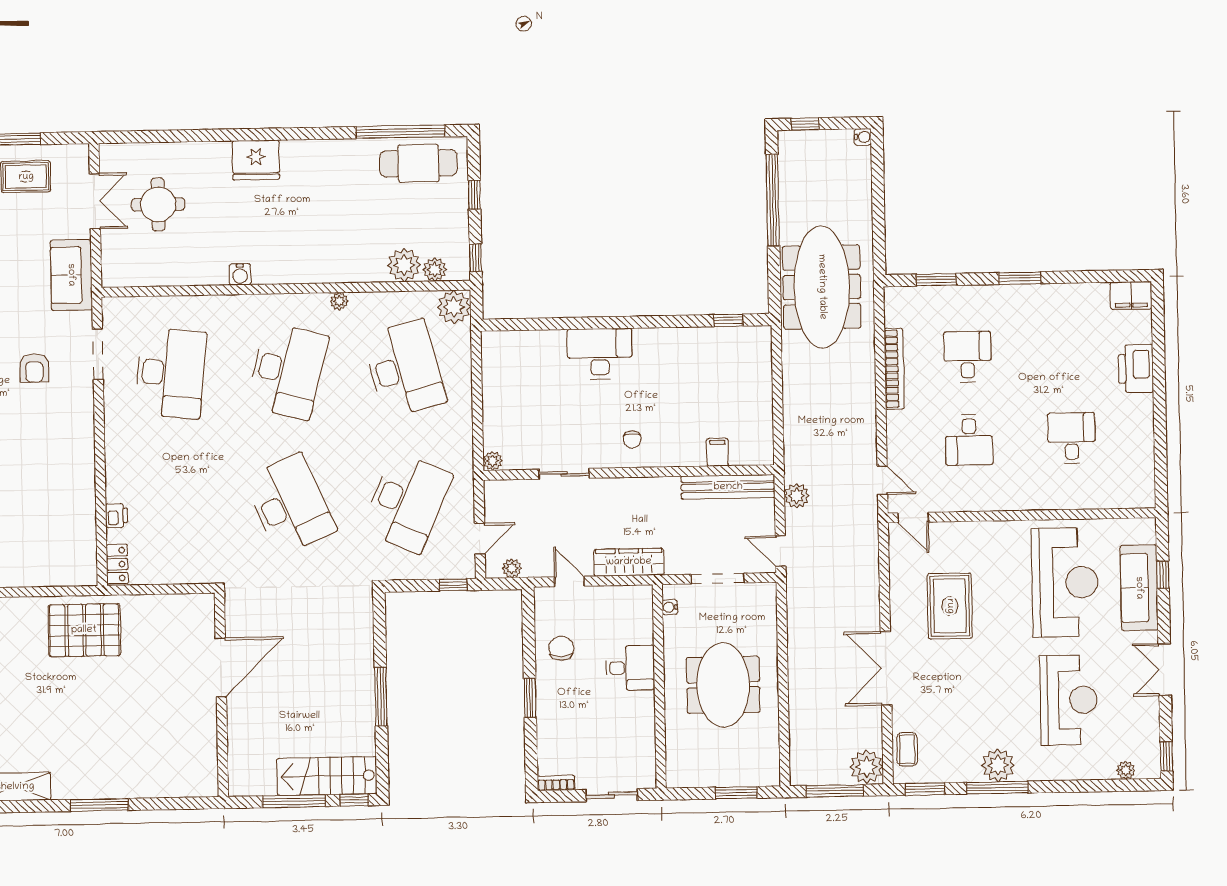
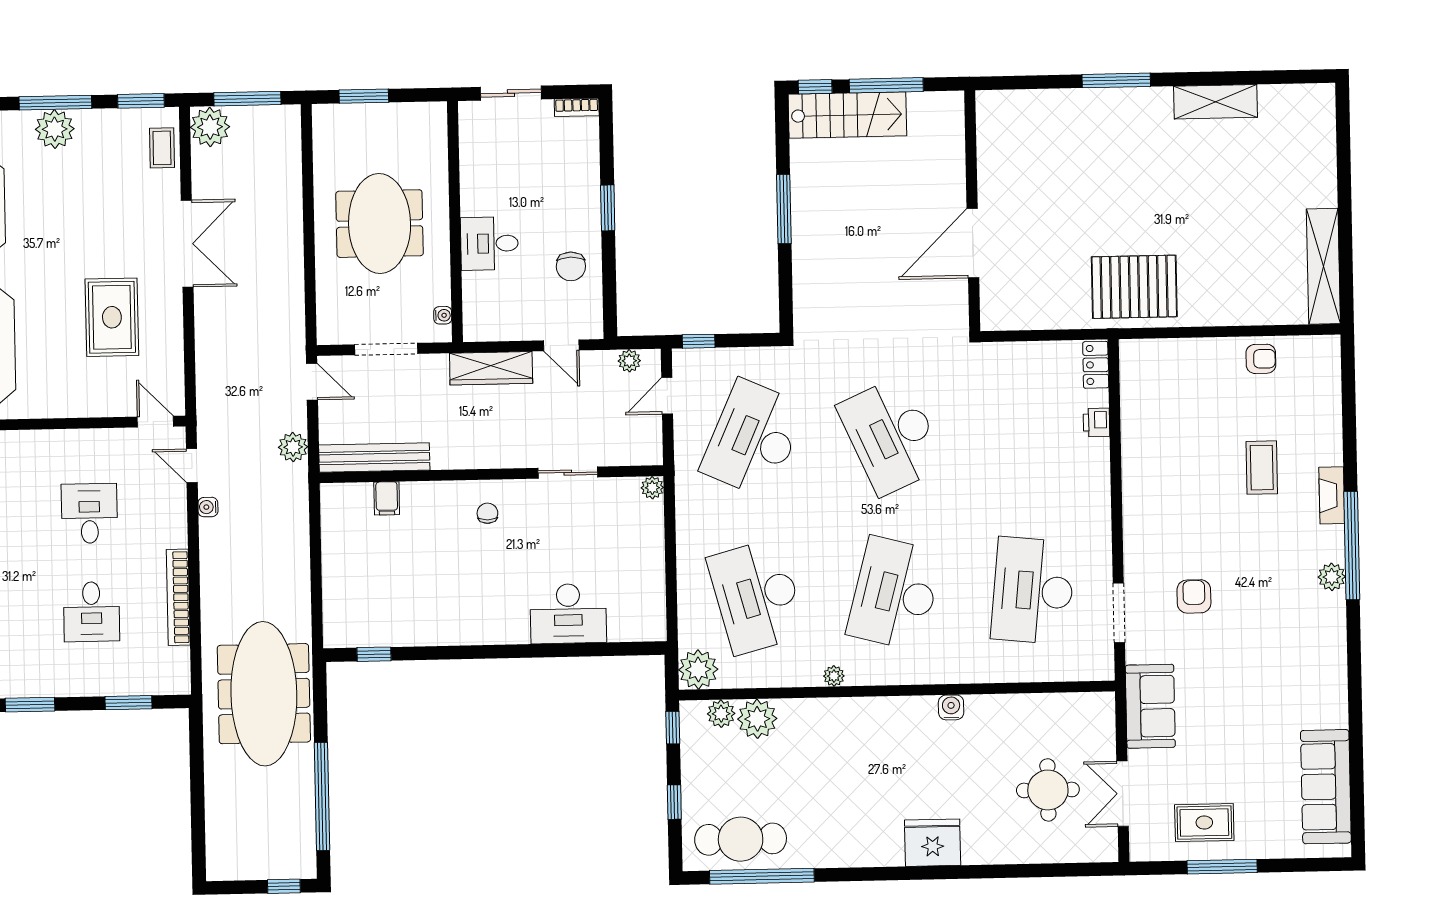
water cooler: (863, 137) -> (208, 507), moved
desk: (600, 354) -> (568, 614), moved

